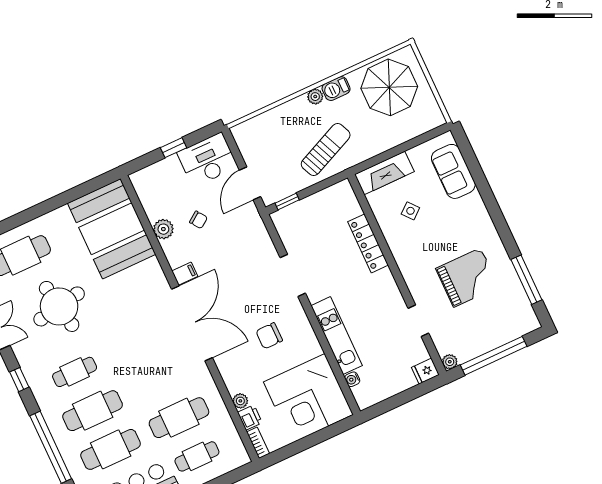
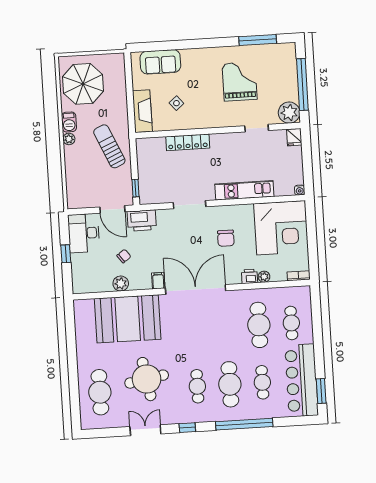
printer: (251, 225) -> (142, 220), added
booth: (112, 229) -> (128, 319), moved
plant: (450, 362) -> (289, 113), width x1.88, depth x1.88
water cooler: (352, 379) -> (300, 190), moved
printer: (250, 417) -> (249, 276), moved
cafe table: (111, 449) -> (262, 382), width x0.73, depth x0.74

